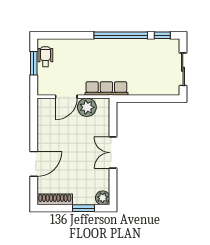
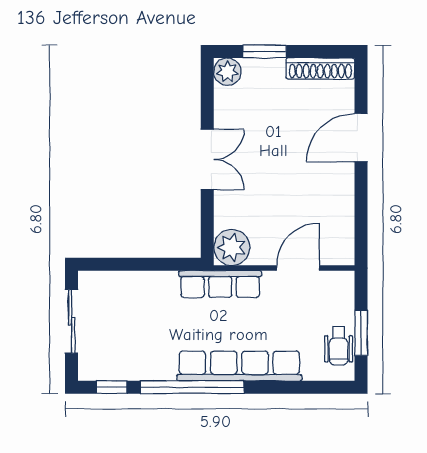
row of seats: (97, 46) -> (239, 366), added
plant: (87, 107) -> (232, 247), moved

